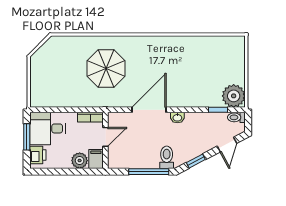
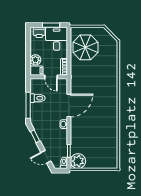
parasol: (106, 68) -> (85, 47), moved
door: (149, 110) -> (69, 105), hinge flipped
toilet: (167, 157) -> (38, 98), moved

